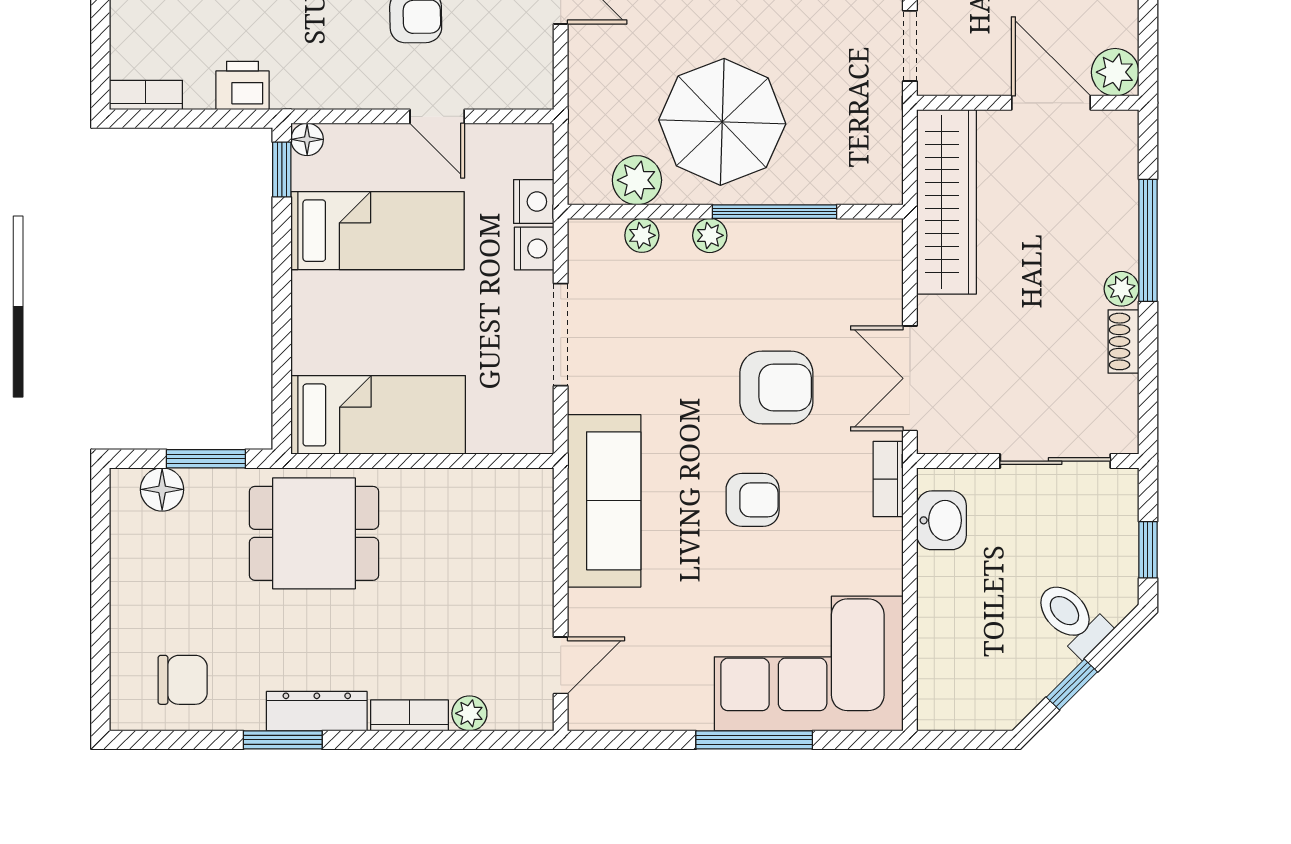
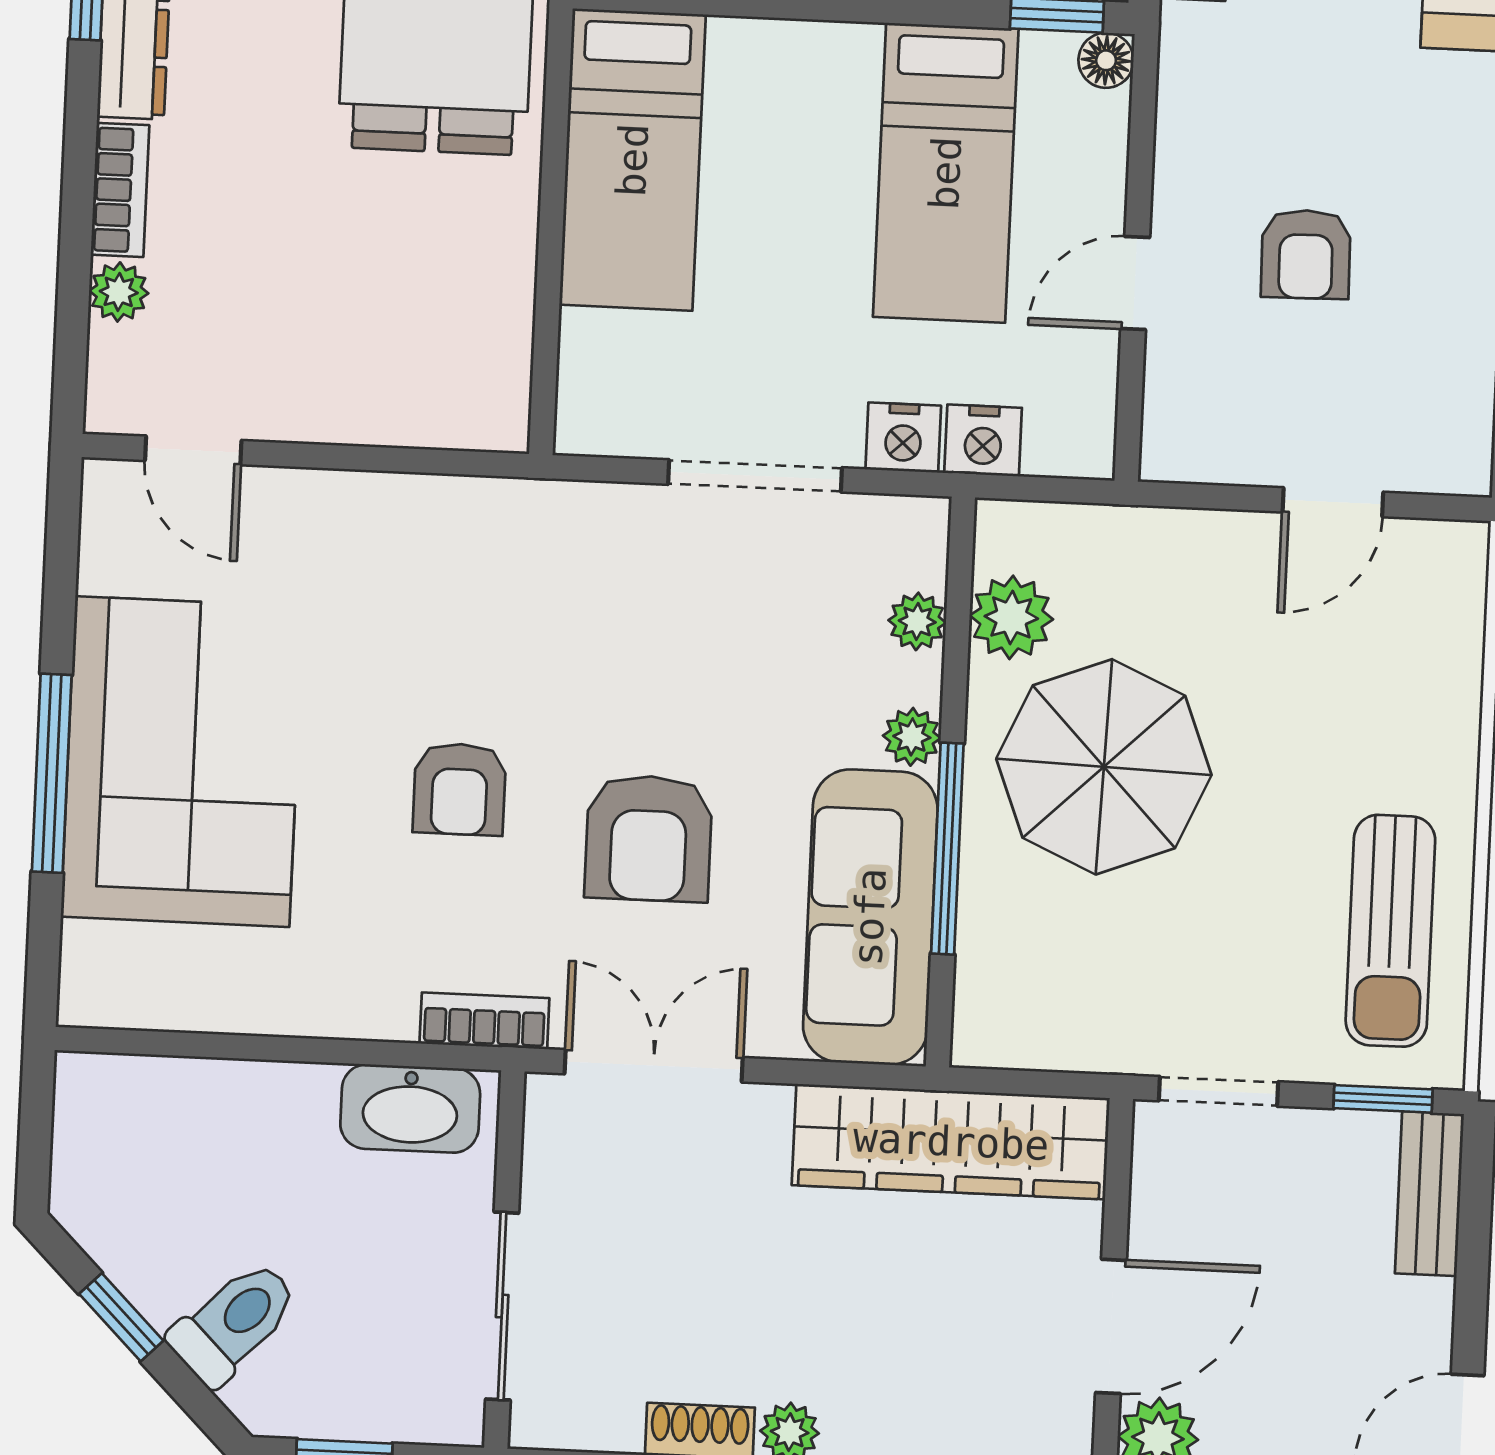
sofa: (604, 501) -> (870, 917), moved, turned 90
washbasin: (942, 520) -> (410, 1109), width x1.38
corner sofa: (809, 664) -> (182, 762), moved

